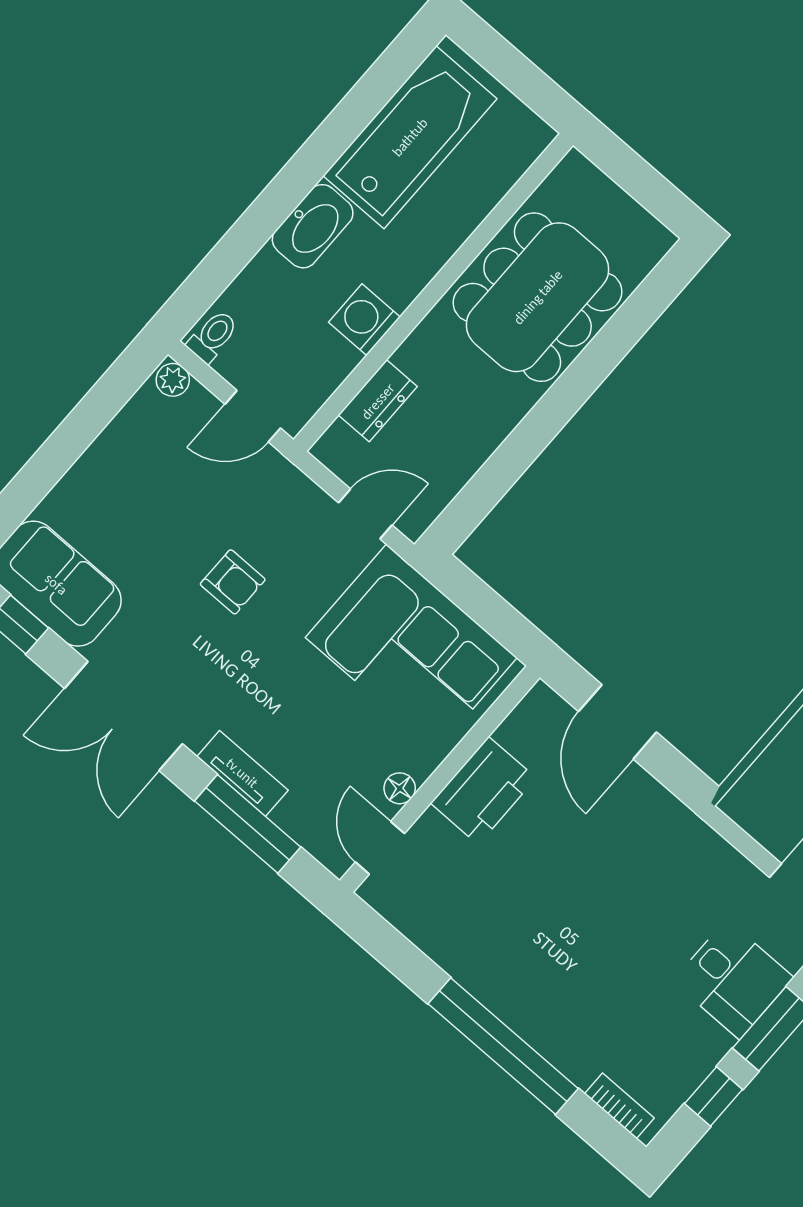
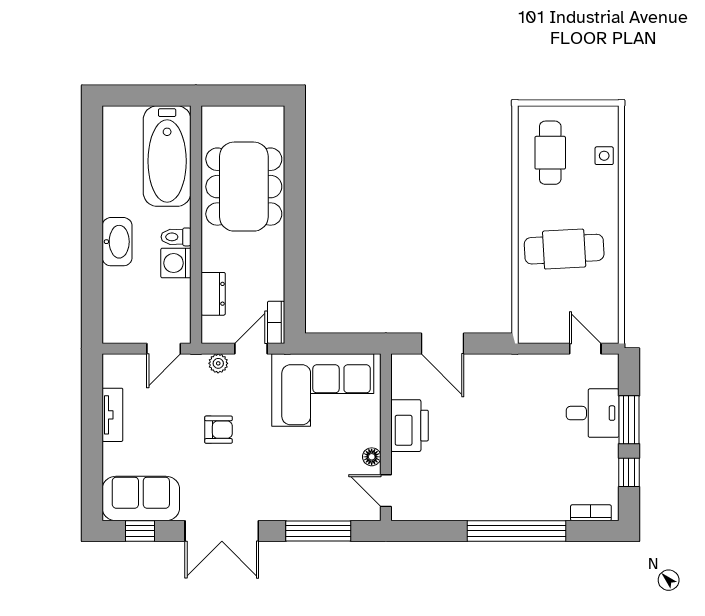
bathtub: (410, 137) -> (167, 156), moved, turned 180
toilet: (213, 336) -> (176, 237), moved, turned -90
plant: (173, 380) -> (218, 363), moved
bookcase: (427, 508) -> (276, 322), added
tv unit: (242, 773) -> (112, 415), moved, turned 90

